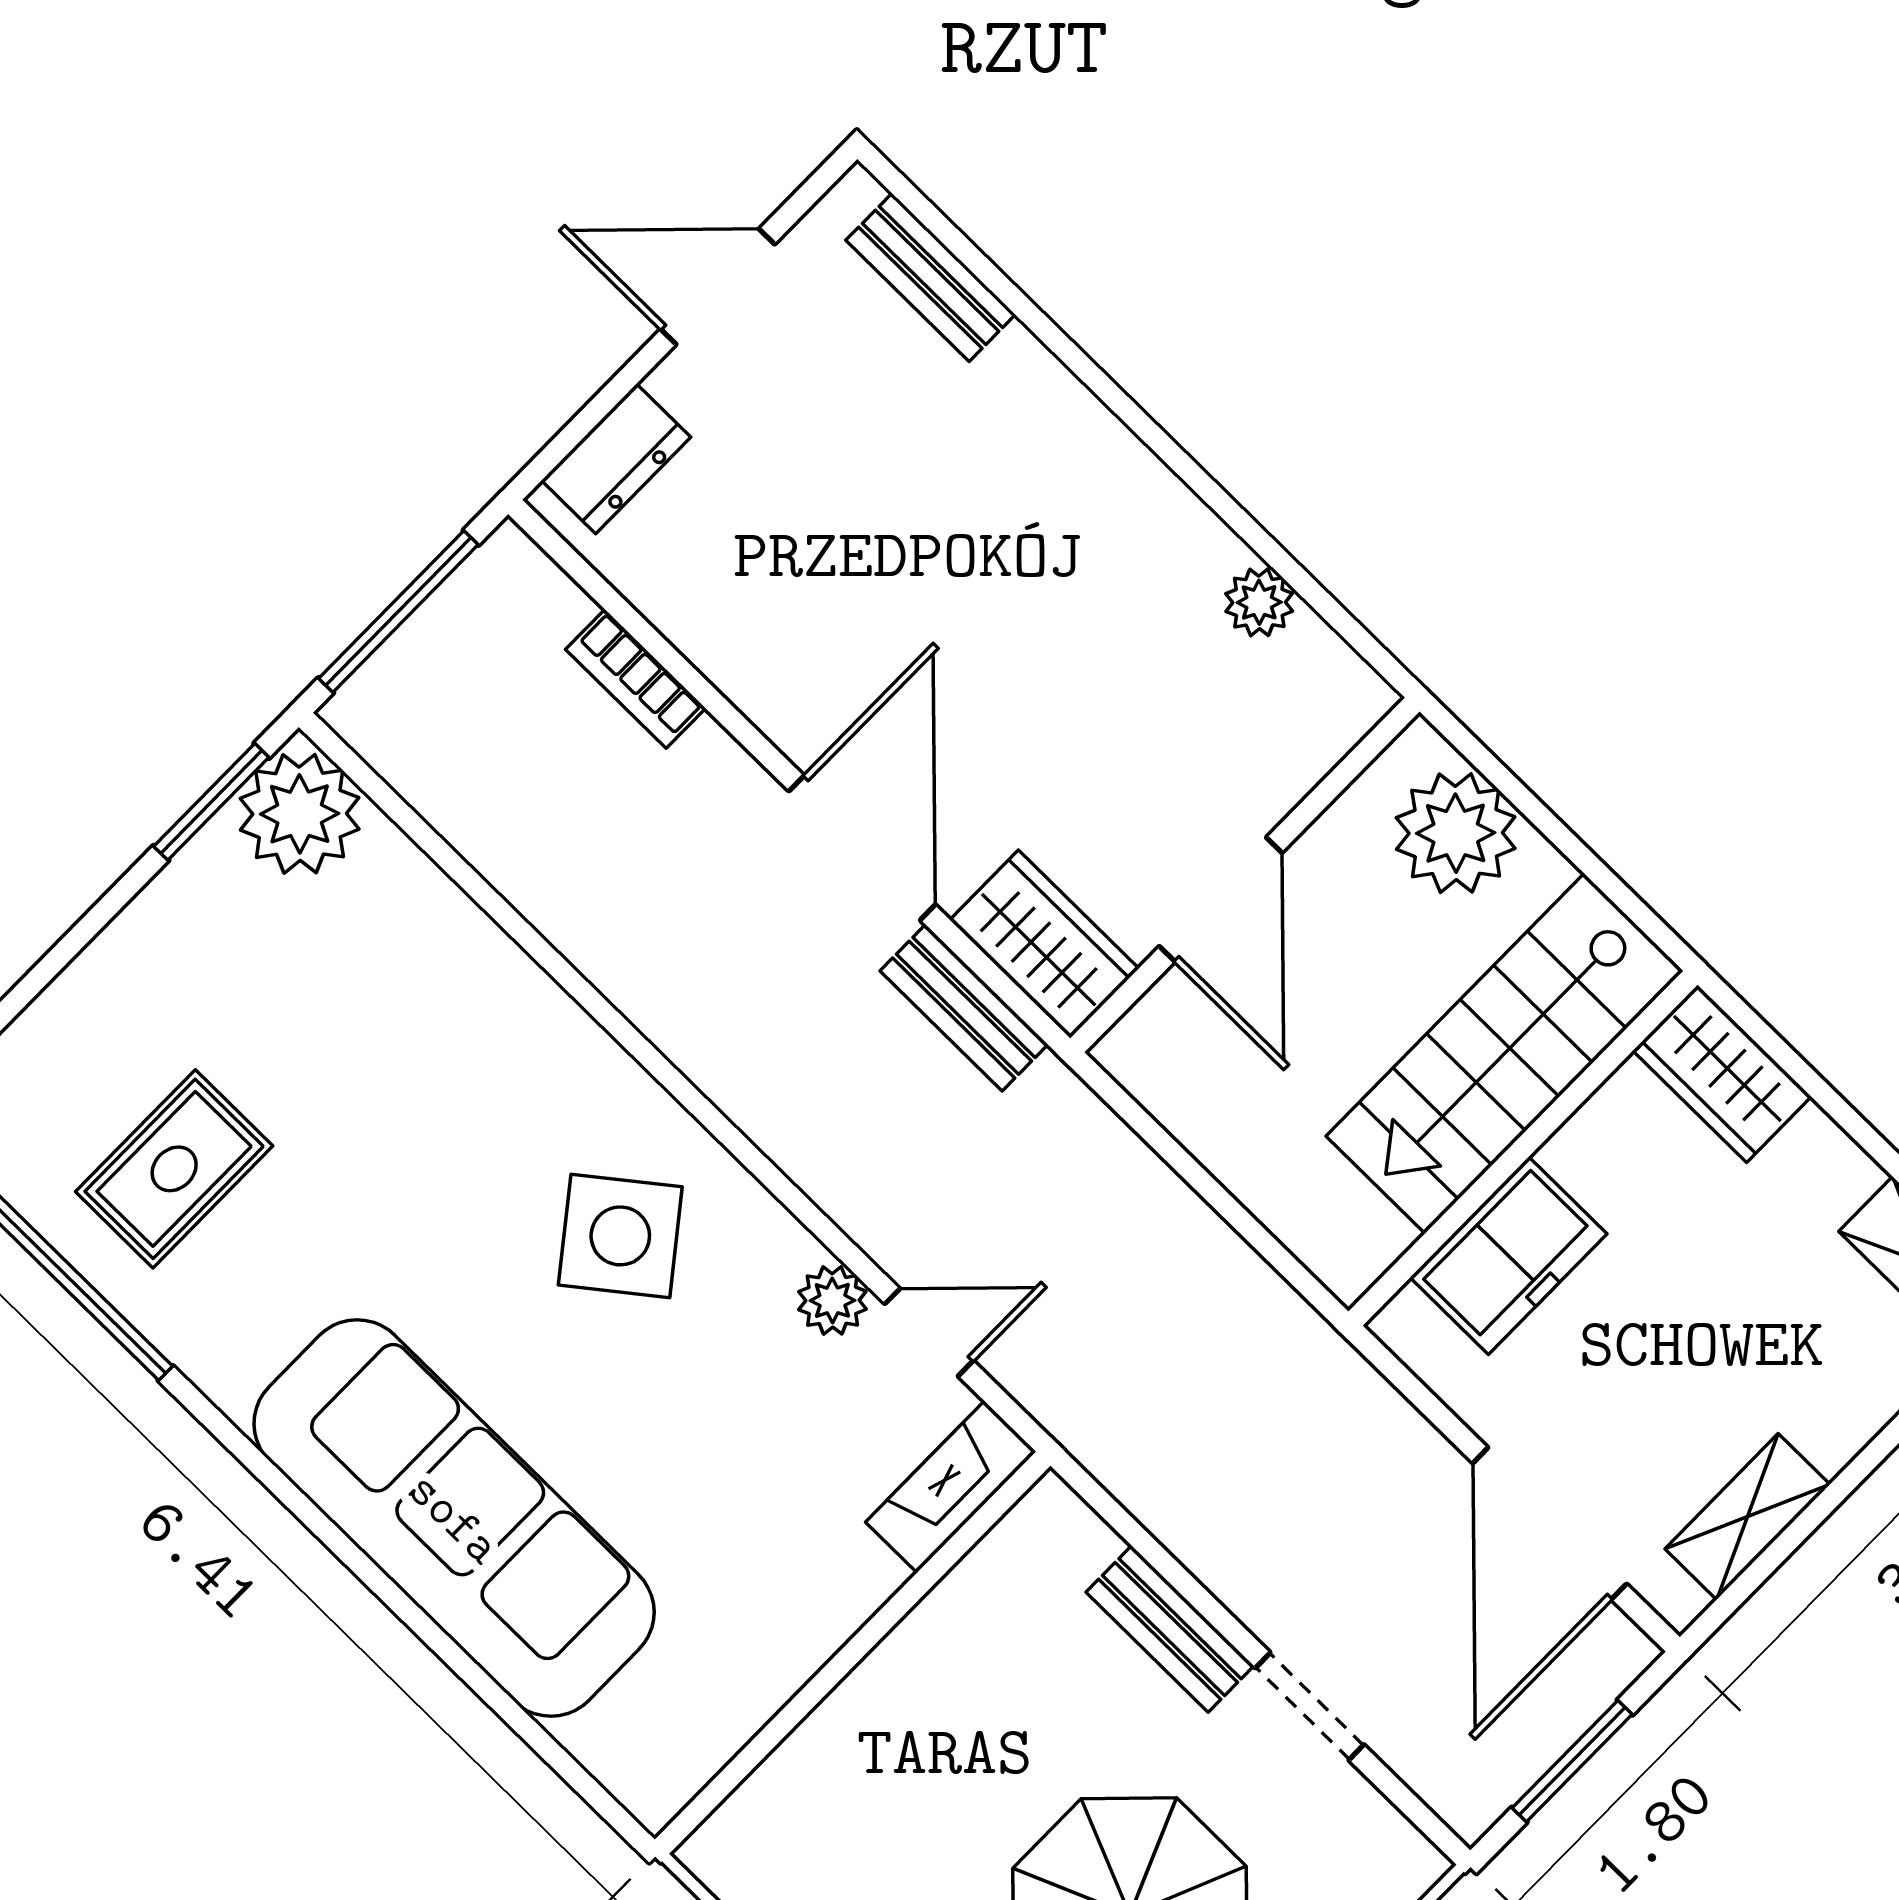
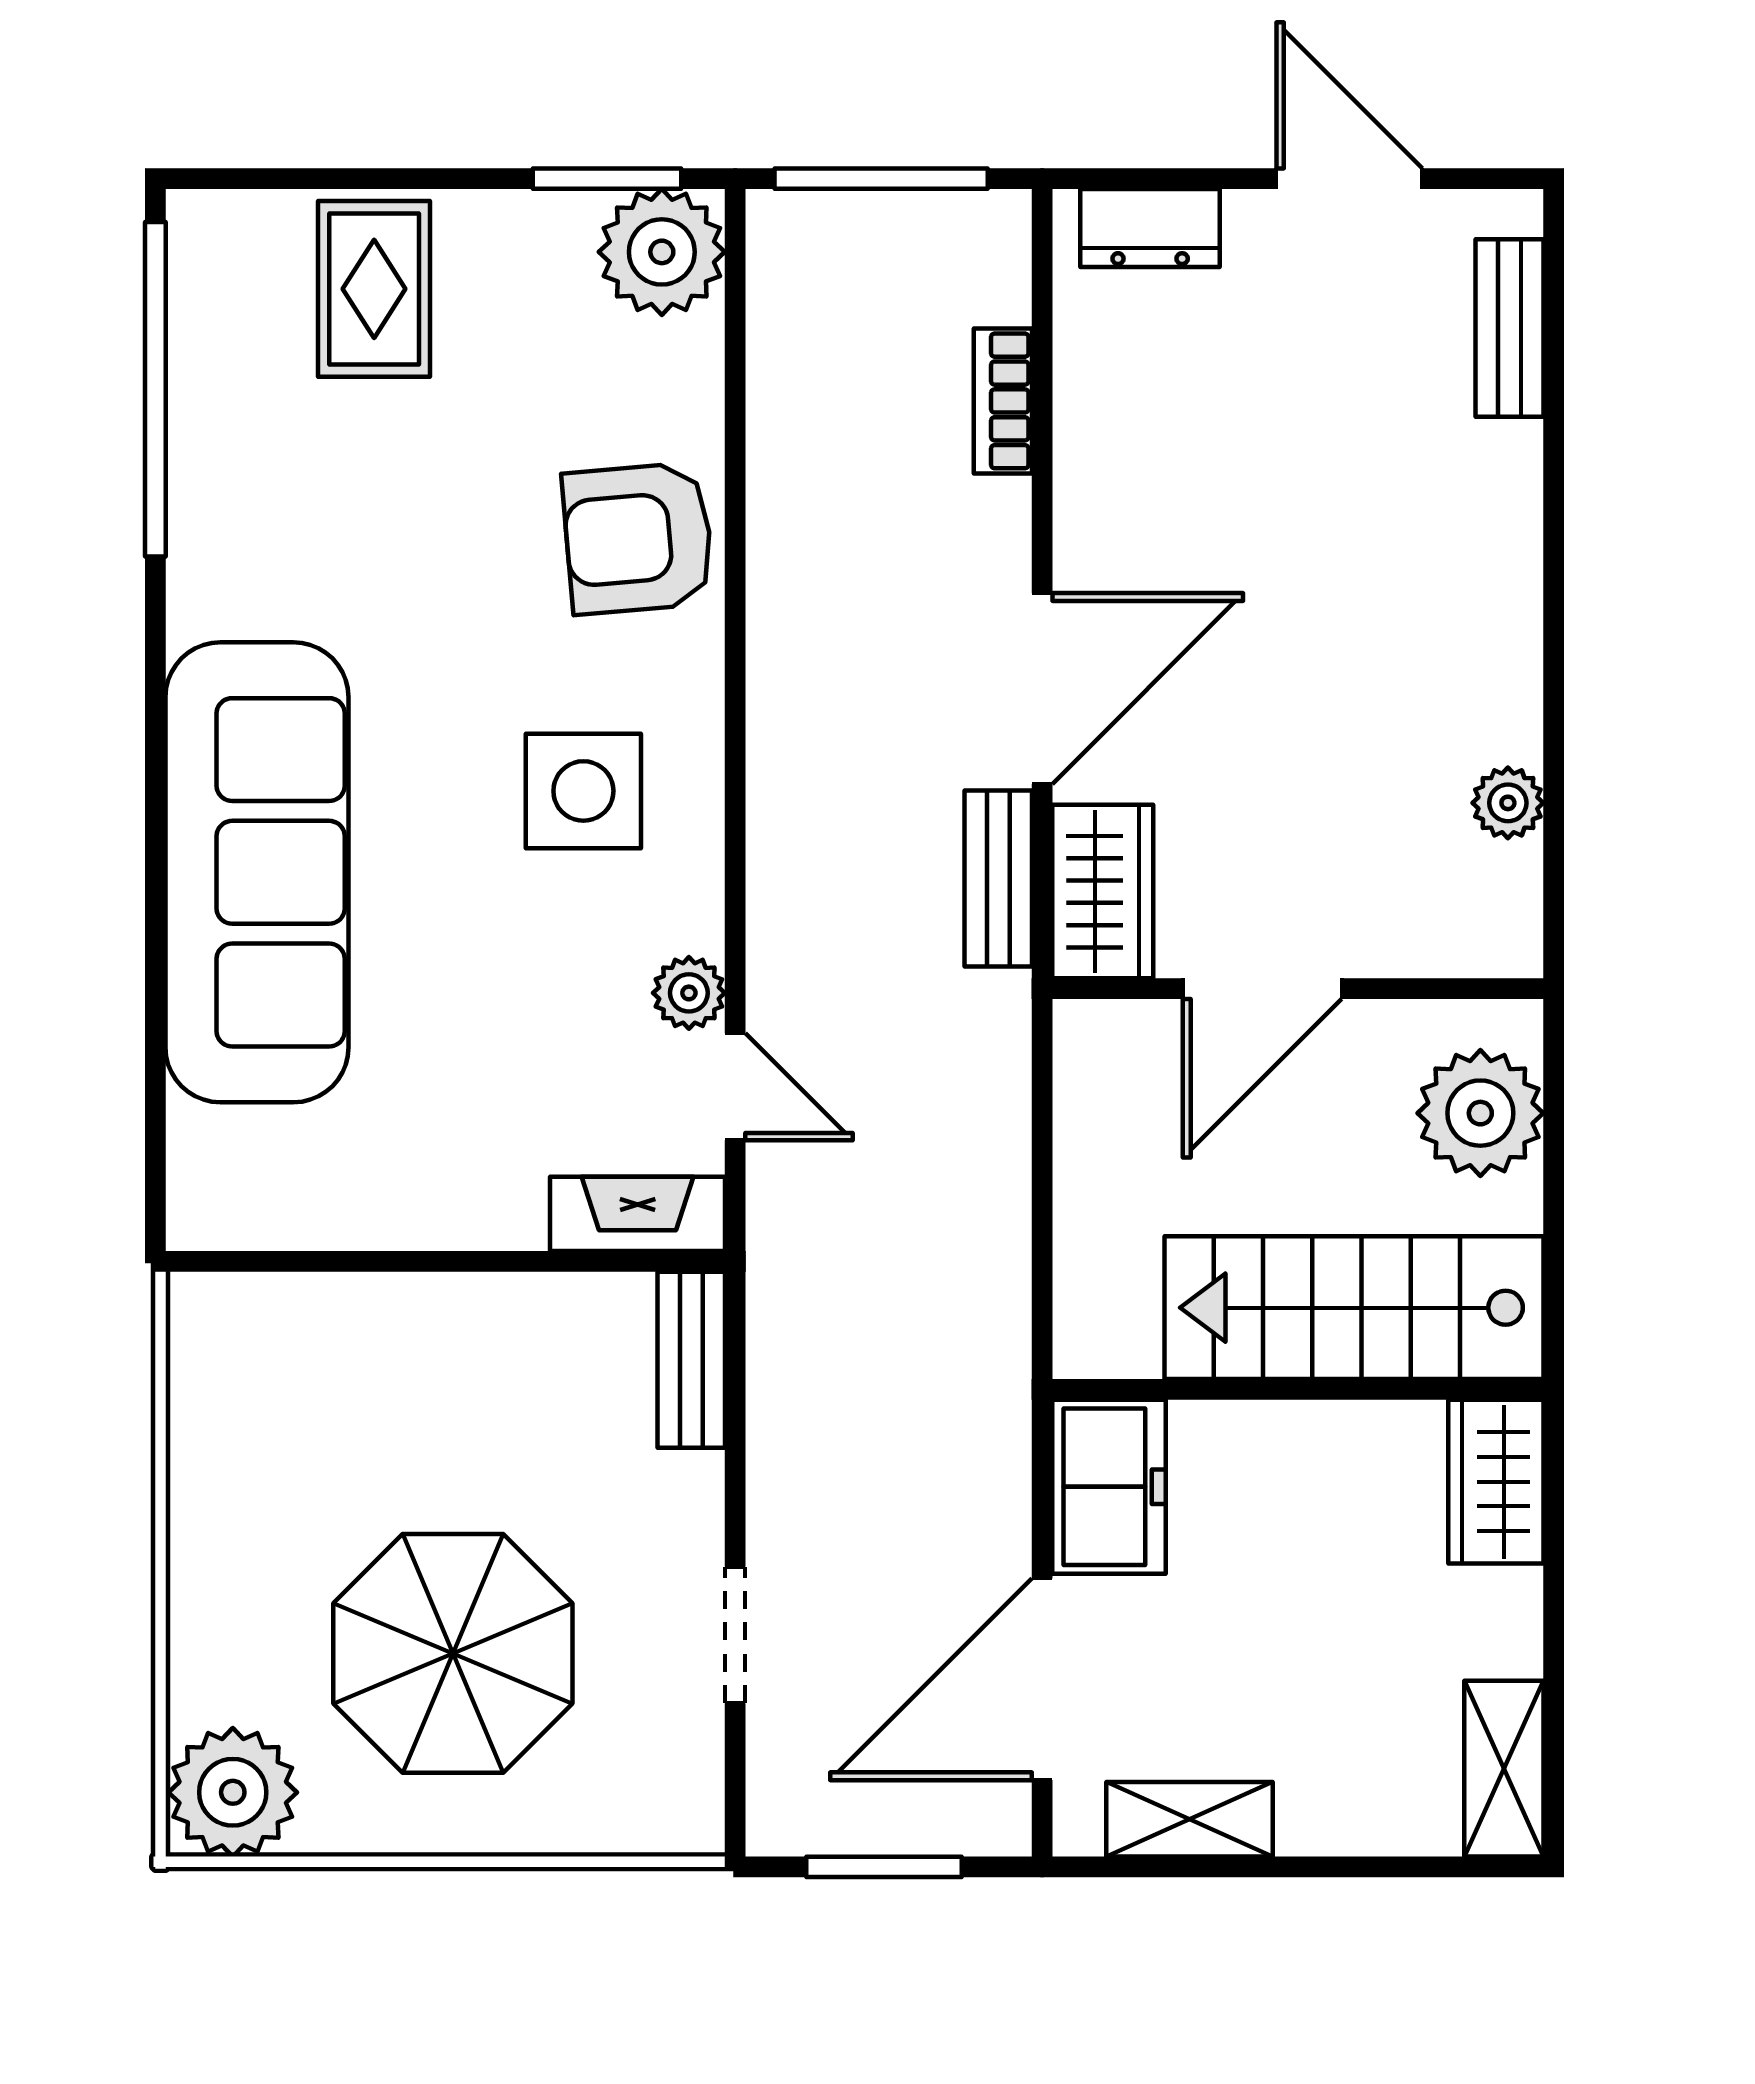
armchair: (482, 1026) -> (638, 538), added
rug: (174, 1169) -> (374, 289), moved, turned 90
side table: (620, 1236) -> (583, 791), turned 38
freezer: (1509, 1256) -> (1109, 1487), moved, turned -90
bench: (1170, 1629) -> (691, 1360), moved

